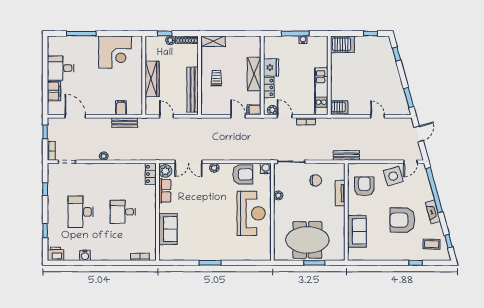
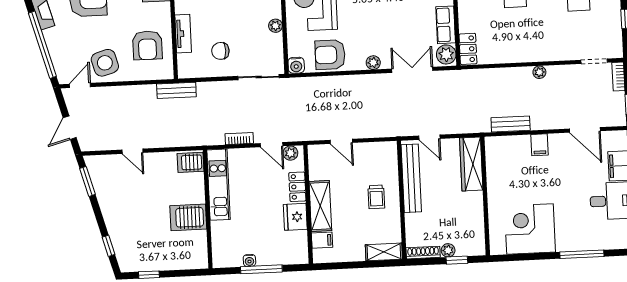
server rack: (342, 44) -> (188, 217), moved
wardrobe: (152, 79) -> (471, 164), moved
filing cabinet: (121, 108) -> (540, 145), moved
filing cabinet: (254, 110) -> (322, 240), moved
door: (166, 116) -> (429, 137), moved

